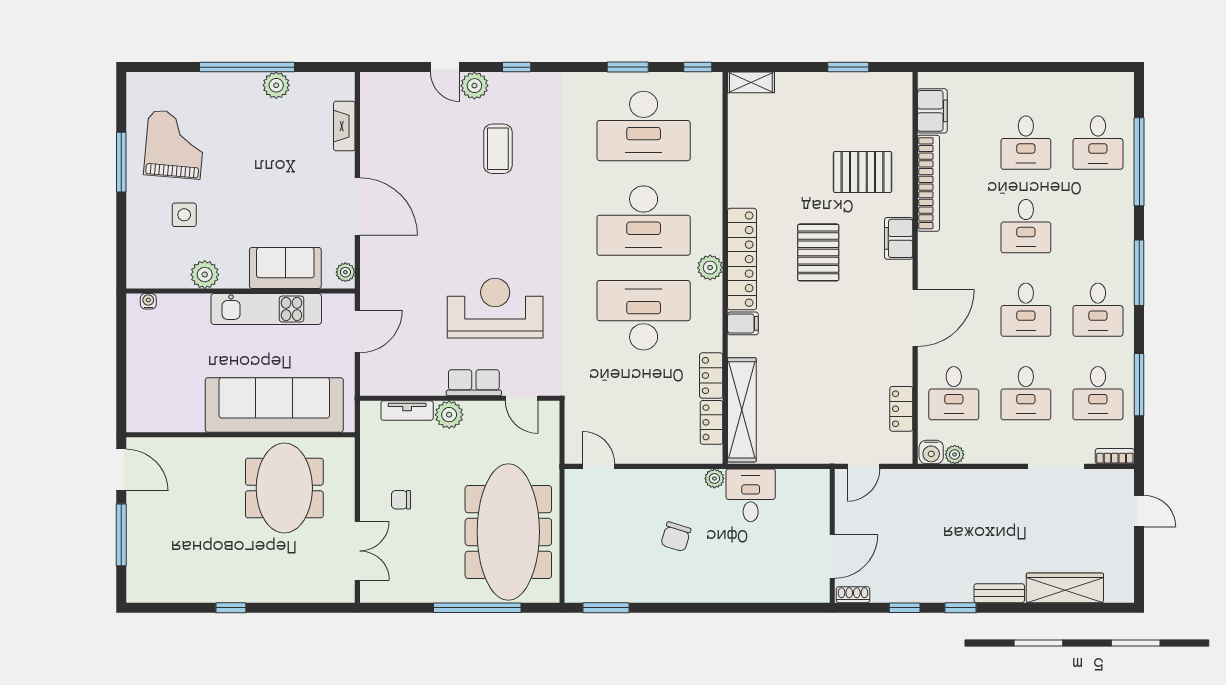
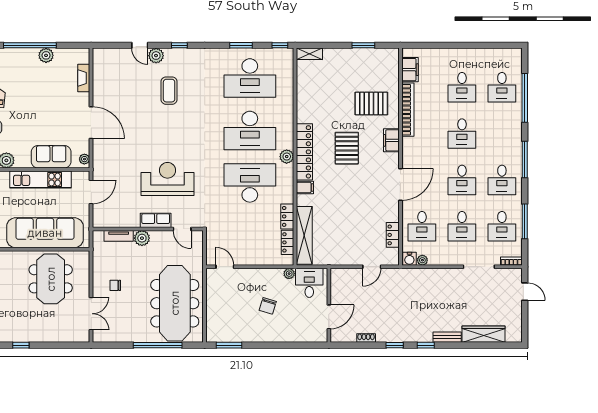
wall: (832, 536) -> (329, 305), moved
door: (832, 557) -> (329, 317), moved

